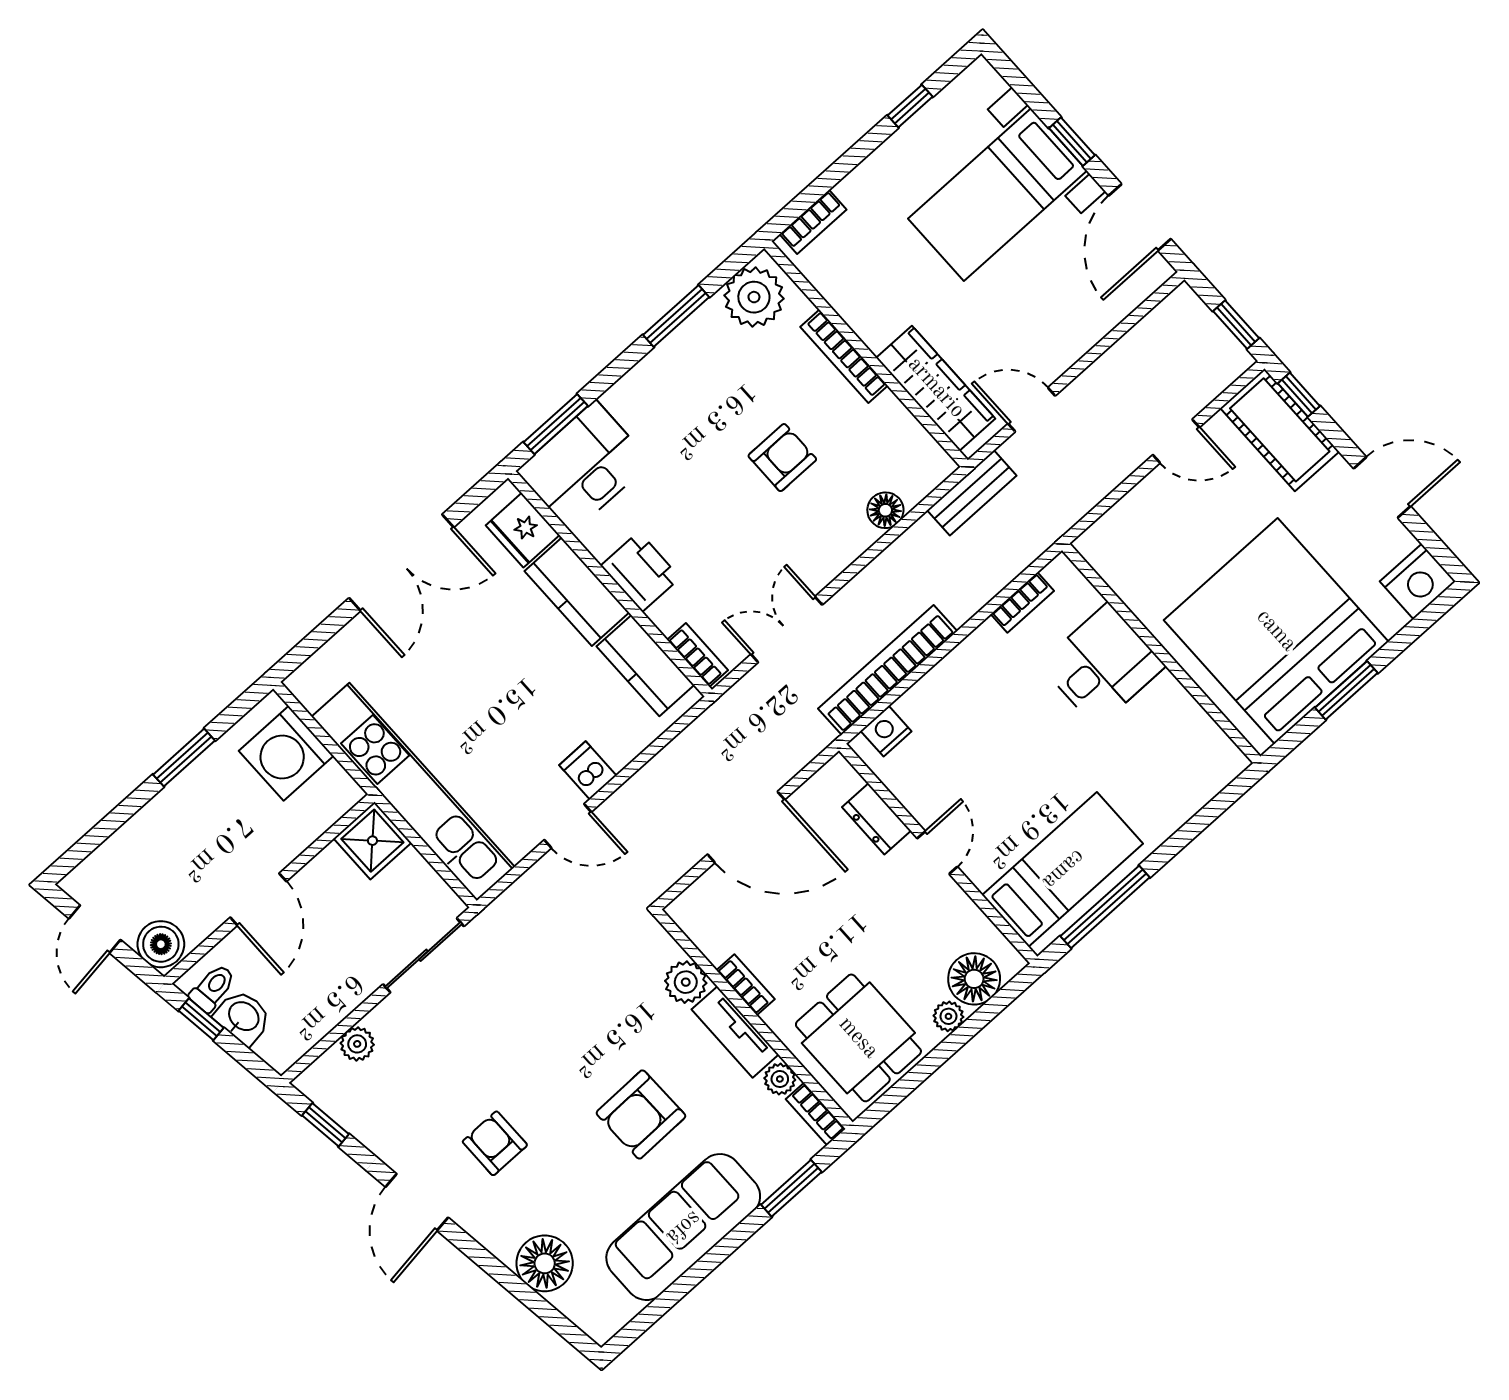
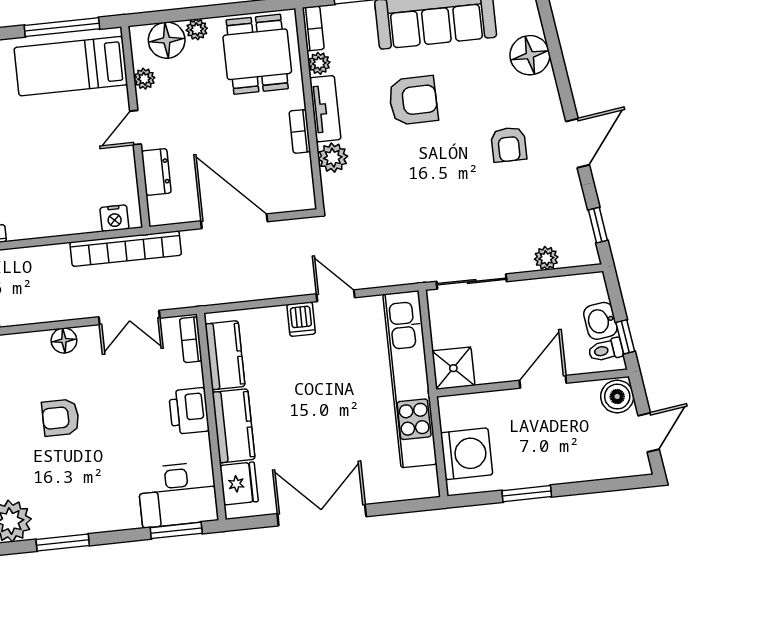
floor lamp: (885, 510) -> (64, 340), moved
bookcase: (888, 670) -> (126, 249), moved
plant: (968, 916) -> (144, 79), added

